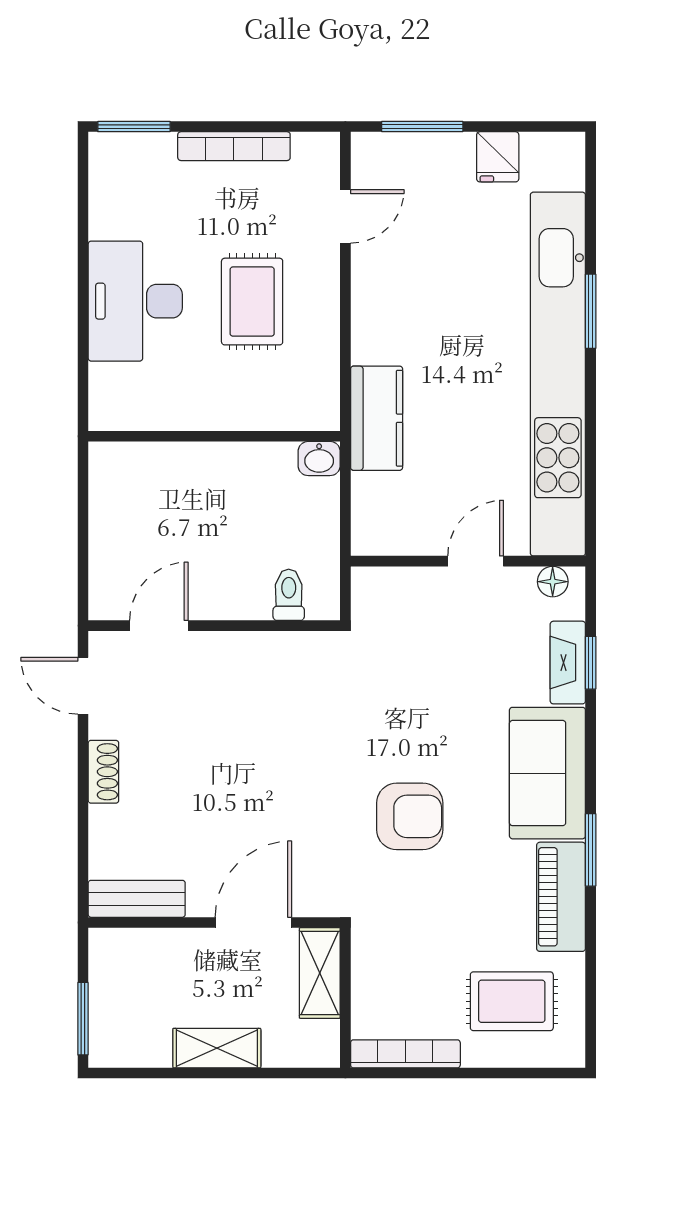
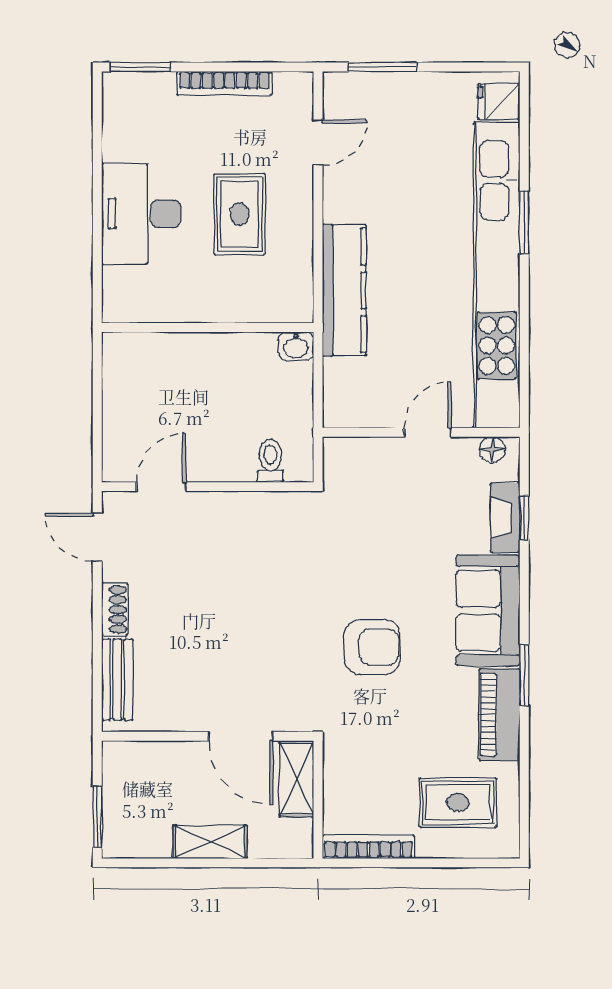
fridge: (498, 157) -> (499, 102), moved, turned 90
kitchen counter: (377, 418) -> (344, 290), width x1.50
bench: (137, 899) -> (117, 680), moved, turned 90
door: (253, 922) -> (241, 736), swing flipped

